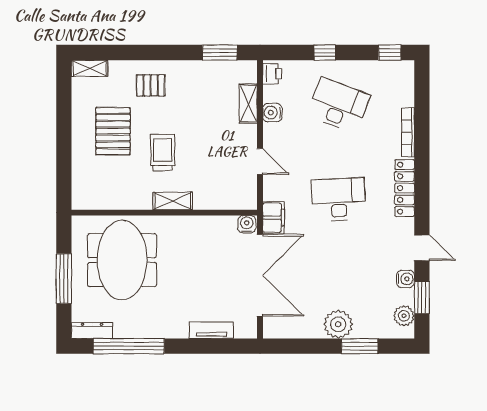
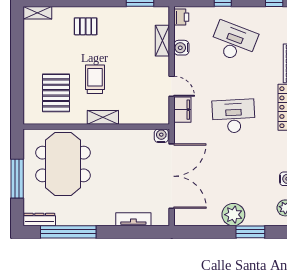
pallet: (113, 131) -> (56, 93), moved
filing cabinet: (273, 218) -> (182, 110), moved

